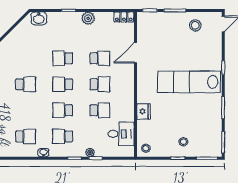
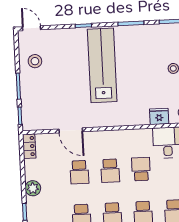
school desk: (100, 58) -> (79, 172), turned 180
lab bench: (189, 82) -> (102, 65), turned 180
school desk: (100, 84) -> (110, 171), turned 180
fridge: (143, 111) -> (159, 116), moved

